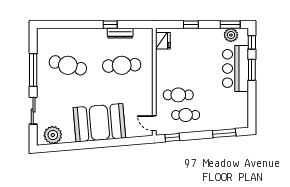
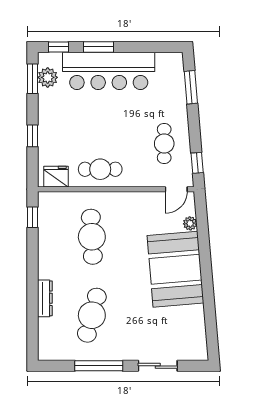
window: (110, 25) -> (32, 217), moved
dresser: (120, 33) -> (45, 298), moved
bar counter: (235, 68) -> (109, 71), width x1.36
cafe table: (178, 95) -> (100, 169), moved, turned 90
plant: (53, 135) -> (190, 223), moved, width x0.53, depth x0.53

